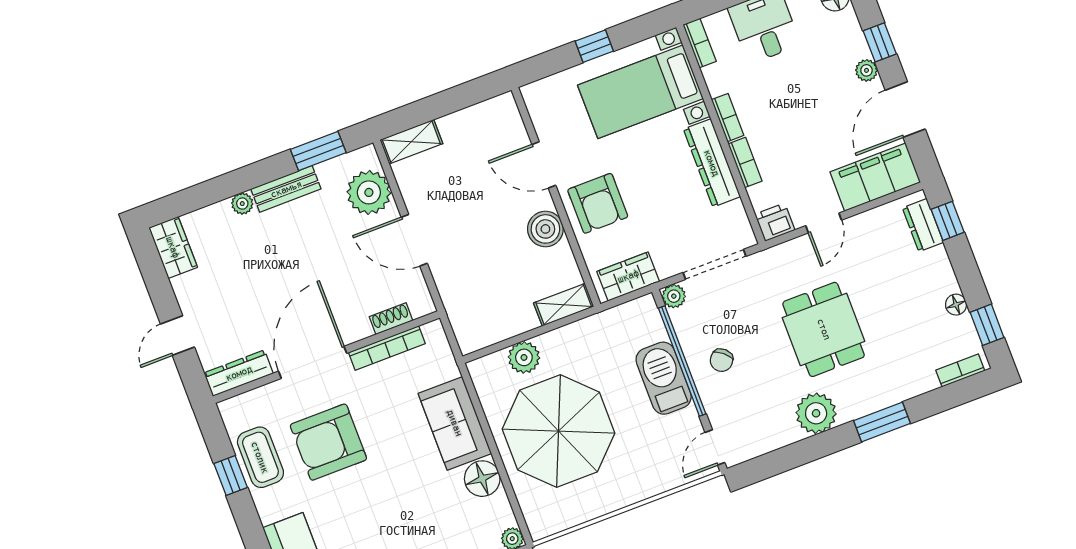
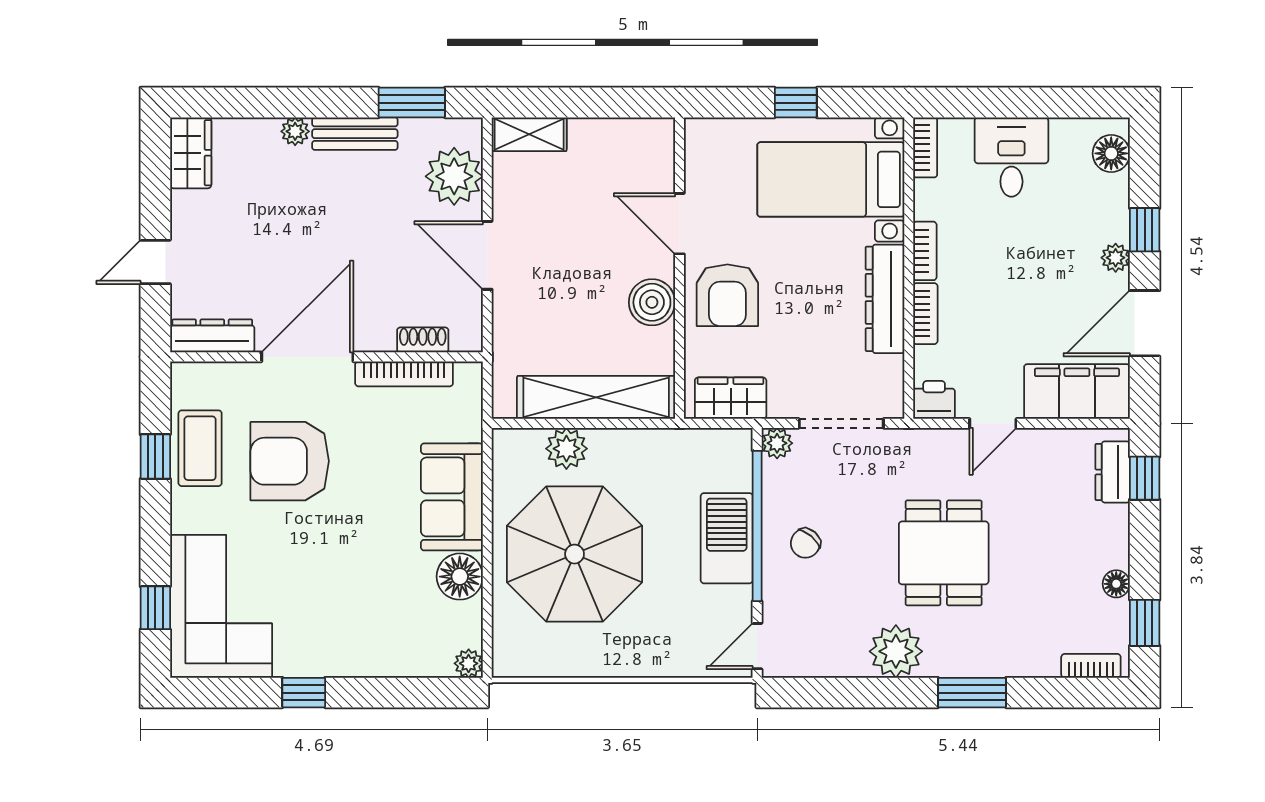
shelving: (564, 305) -> (596, 397), width x2.20, depth x1.33

